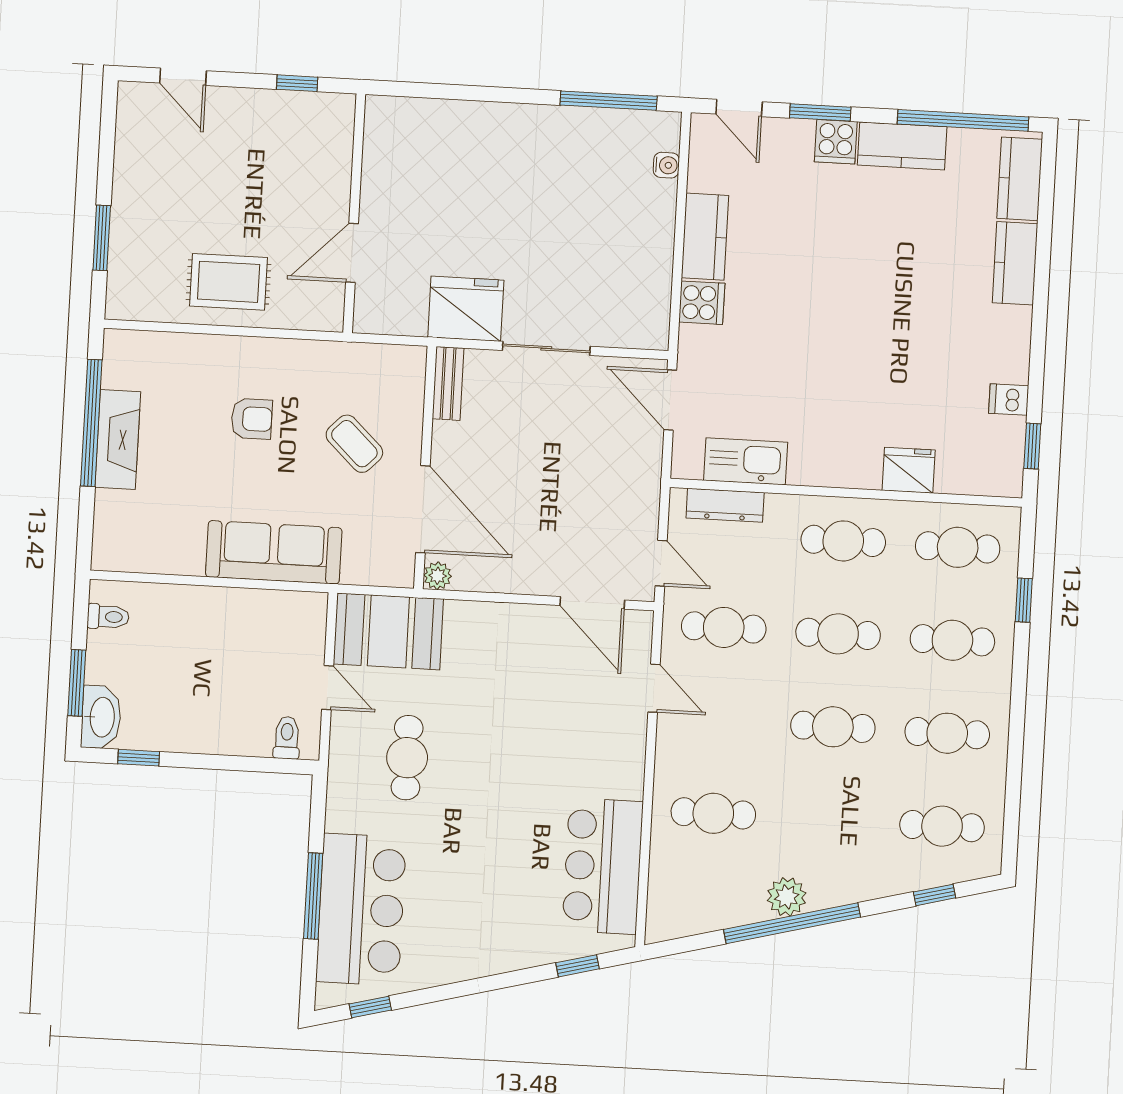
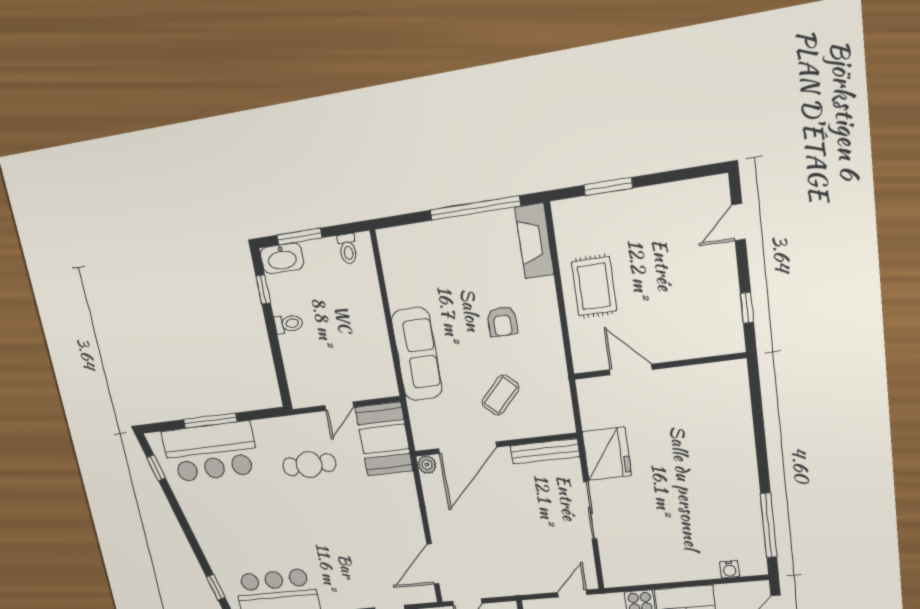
bench: (448, 383) -> (545, 451), width x1.36
door: (670, 400) -> (572, 593), width x0.73
fireplace: (118, 440) -> (535, 241), moved, turned 90
toilet: (287, 738) -> (289, 324), moved

